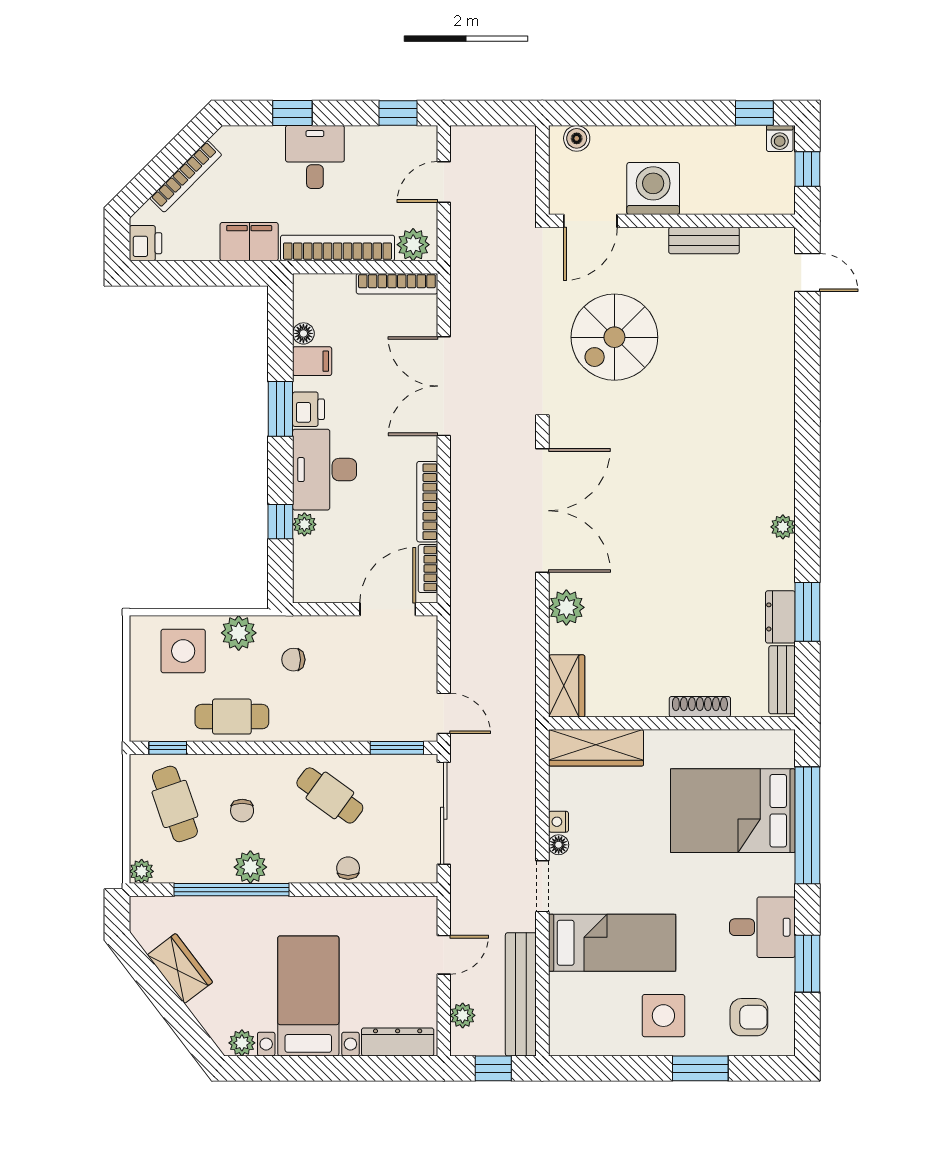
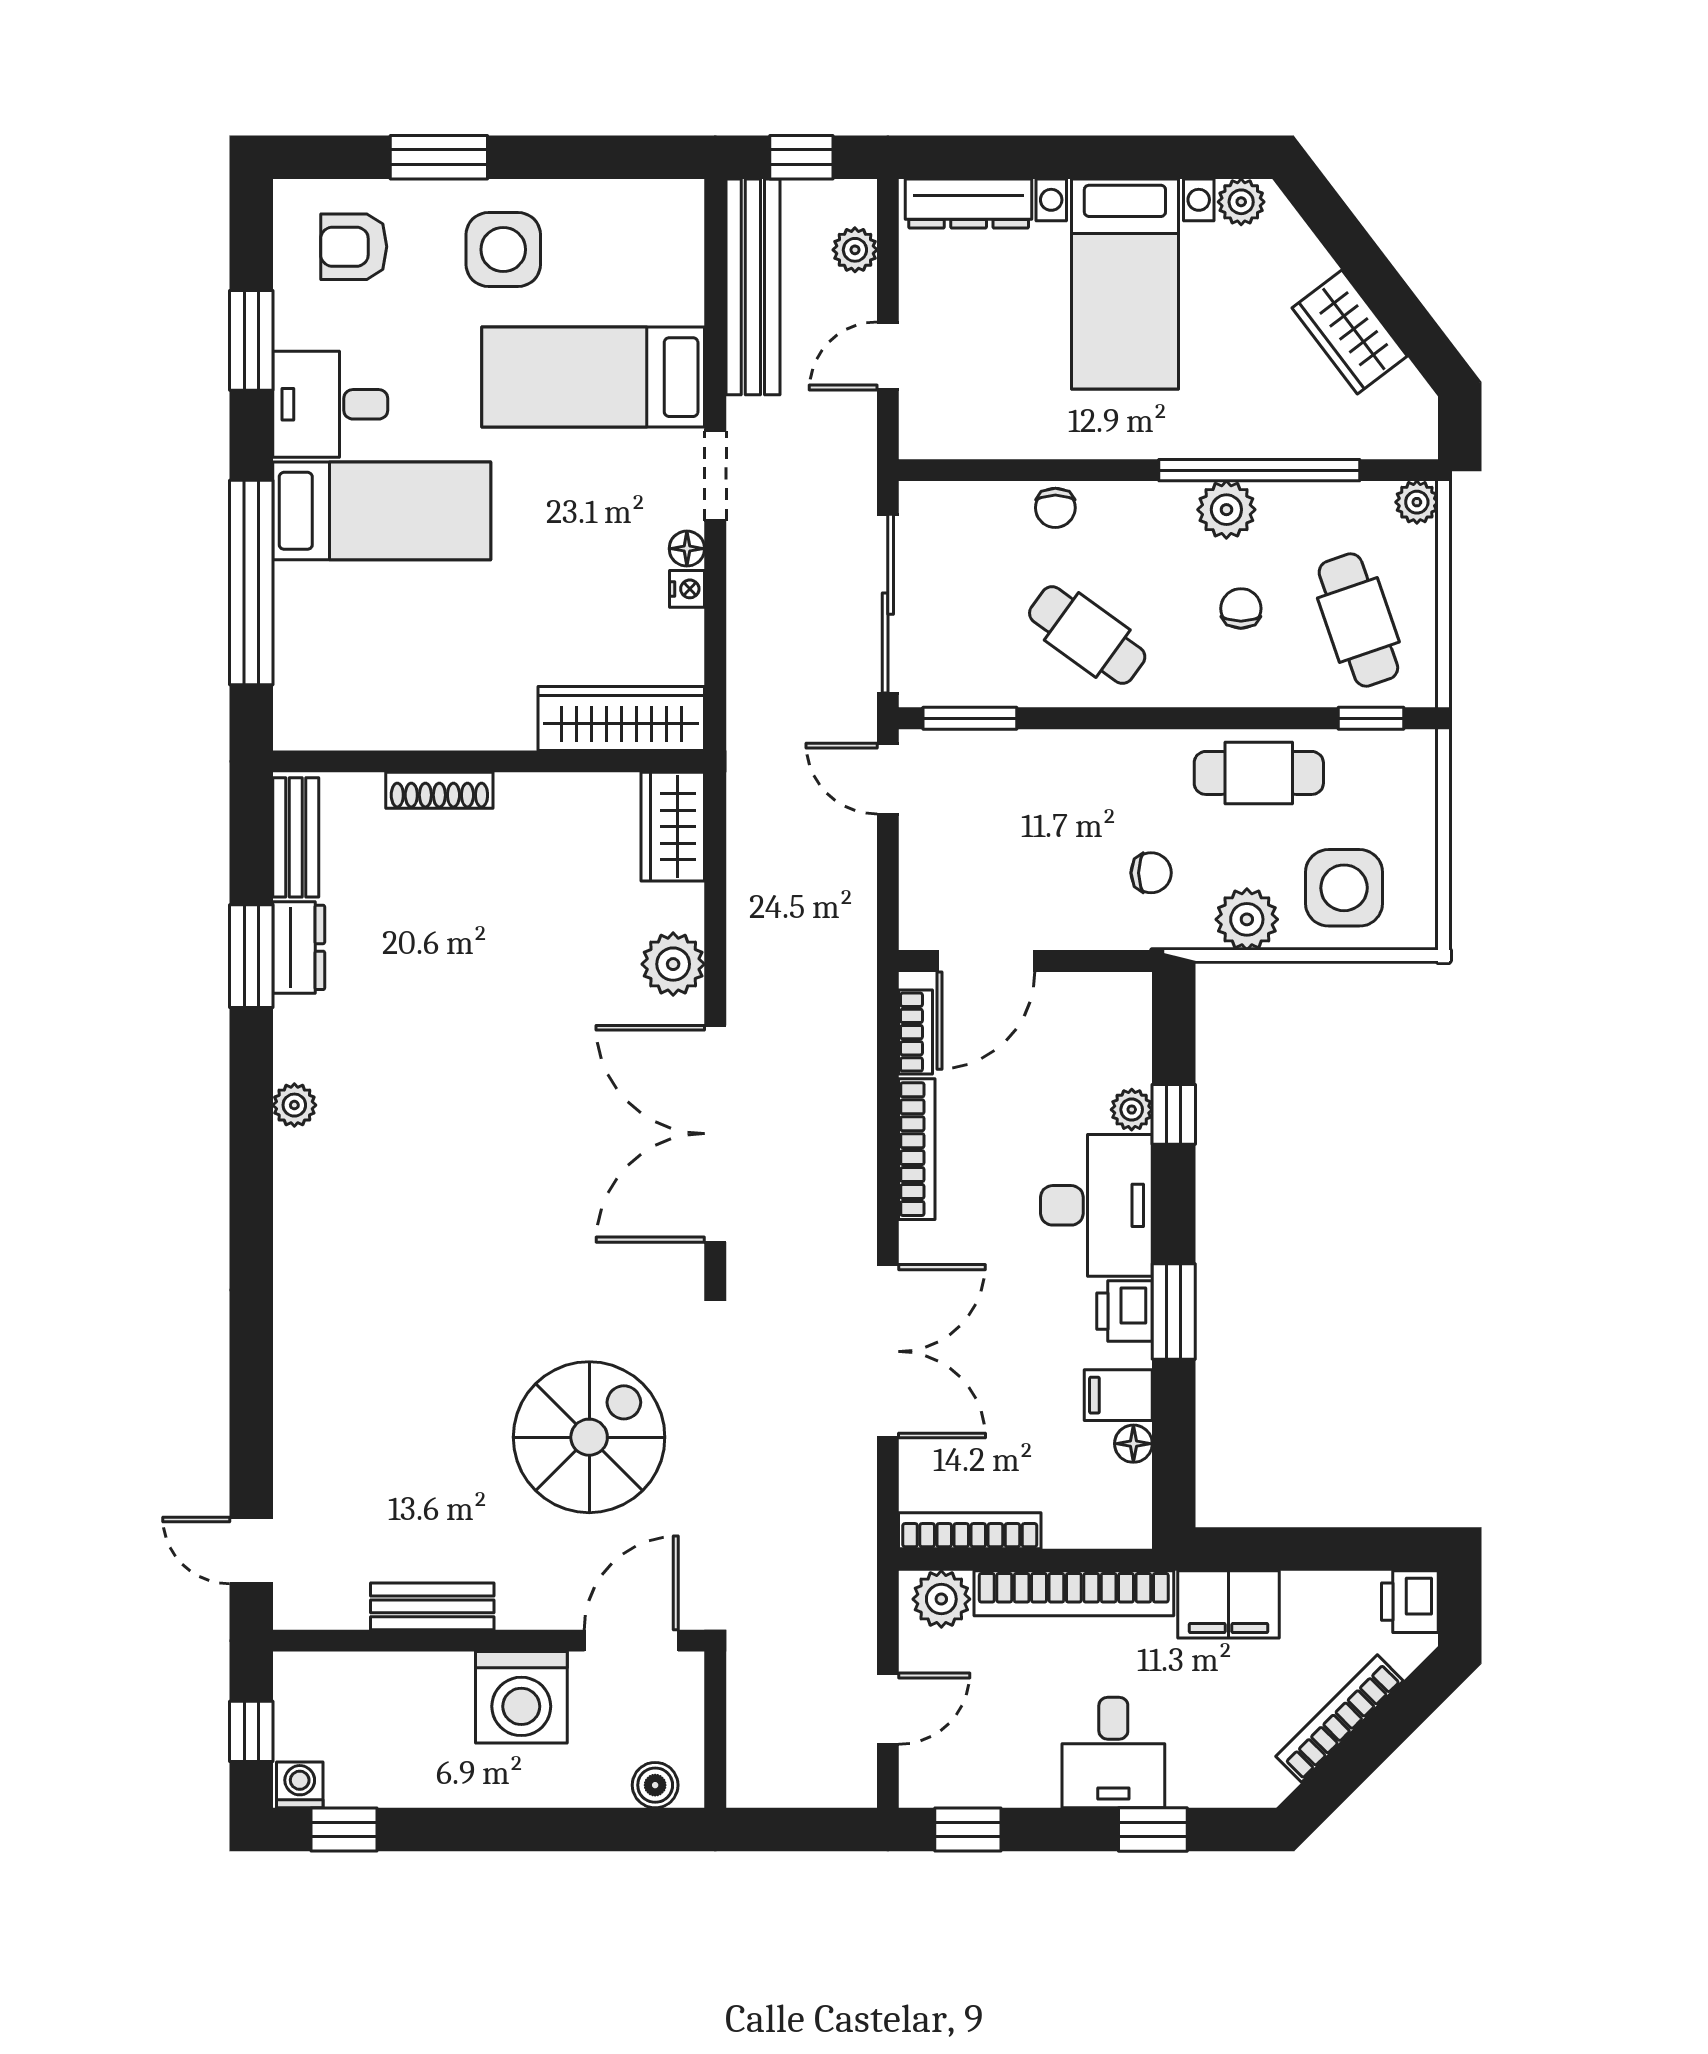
bed: (733, 811) -> (382, 511), moved, width x0.67

